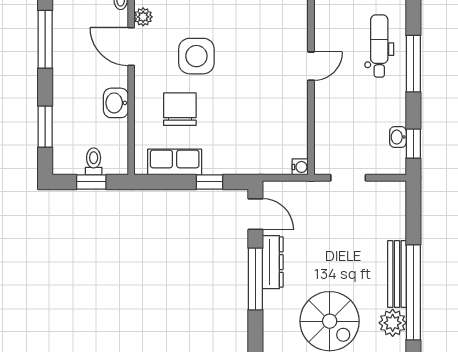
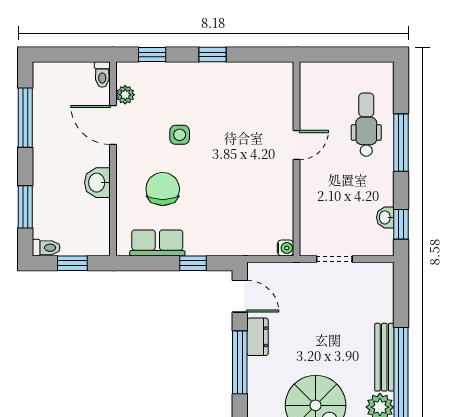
side table: (196, 56) -> (180, 135), width x0.54, depth x0.54
toilet: (94, 161) -> (46, 248), moved, turned 90
dresser: (273, 262) -> (258, 337), width x0.70

